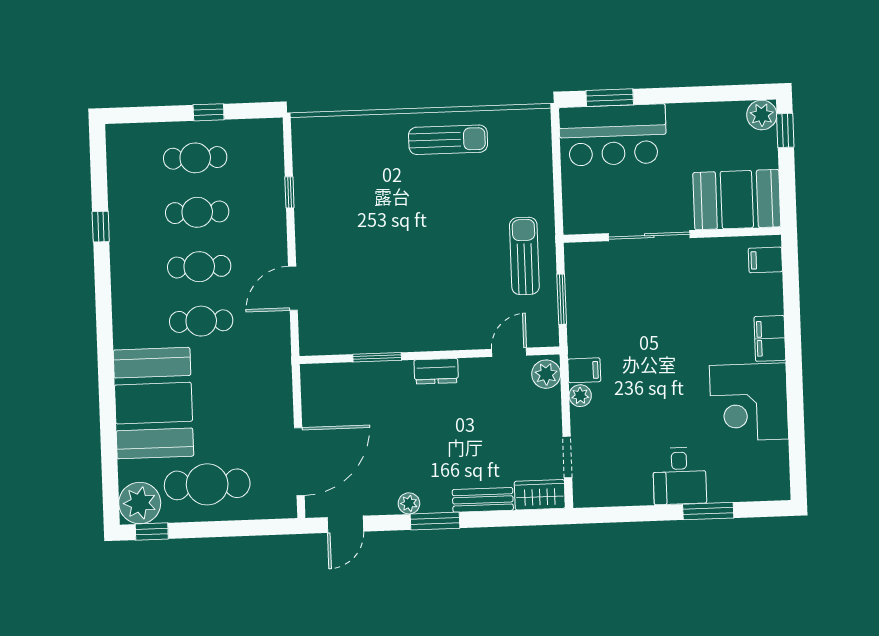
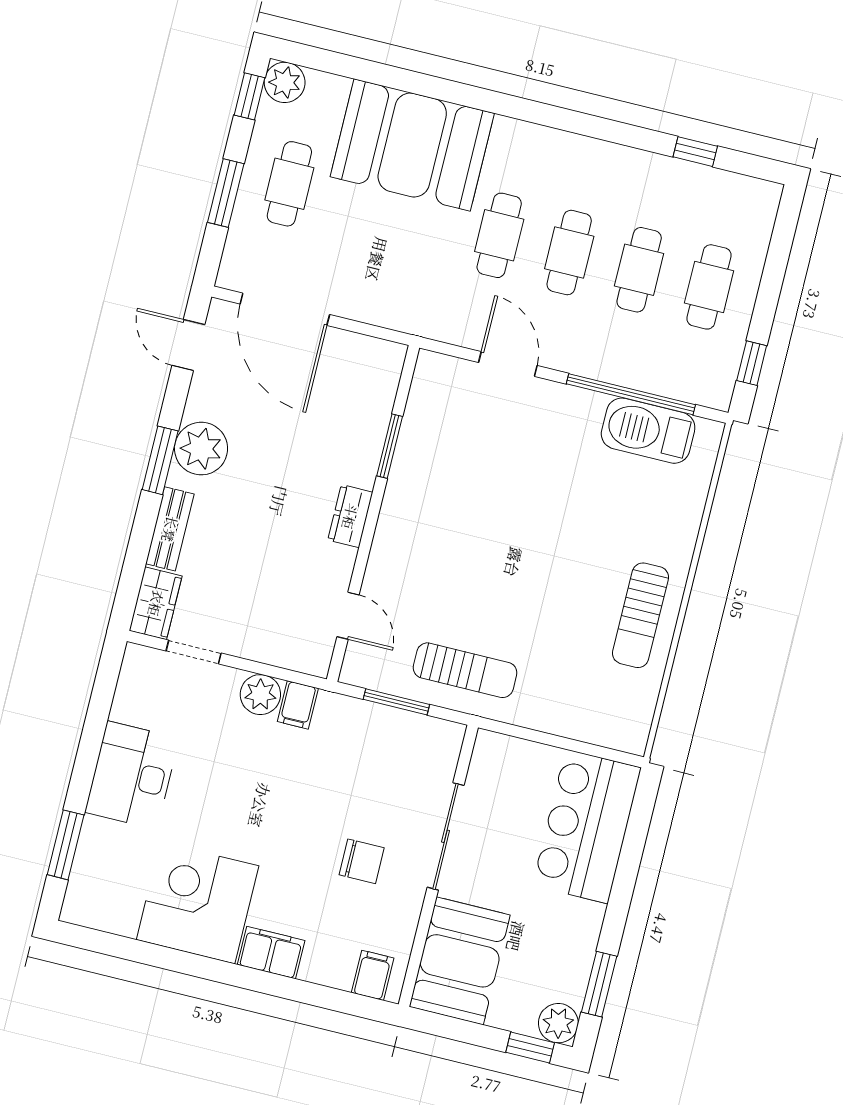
window: (610, 98) -> (599, 984), moved
window: (209, 112) -> (752, 363), moved
barbecue: (312, 172) -> (648, 431), added
window: (289, 192) -> (631, 394), width x3.17
window: (101, 227) -> (695, 152), moved
chair: (685, 291) -> (362, 861), added
plant: (546, 374) -> (307, 655), removed
plant: (580, 396) -> (260, 695), width x1.38, depth x1.38
desk: (680, 476) -> (132, 775), width x1.37
cafe table: (207, 484) -> (289, 184), width x0.73, depth x0.74
plant: (140, 503) -> (285, 82), width x0.73, depth x0.73
plant: (409, 503) -> (201, 449), width x1.87, depth x1.87
window: (708, 511) -> (66, 845), moved
window: (227, 529) -> (226, 193), added

